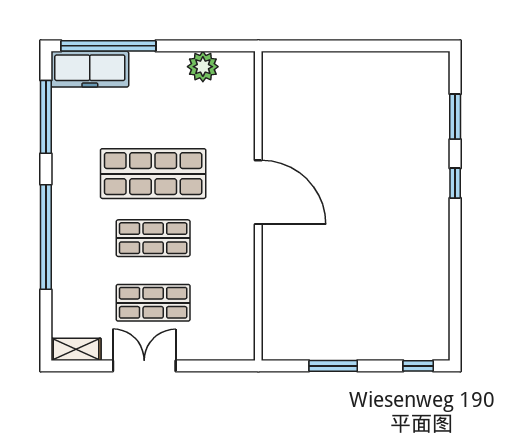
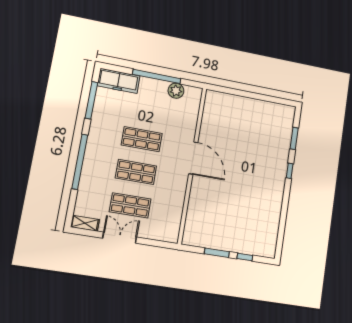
window: (108, 46) -> (157, 76), moved
shop shelf: (153, 174) -> (142, 139), width x0.70, depth x0.74
window: (418, 366) -> (245, 257), moved

